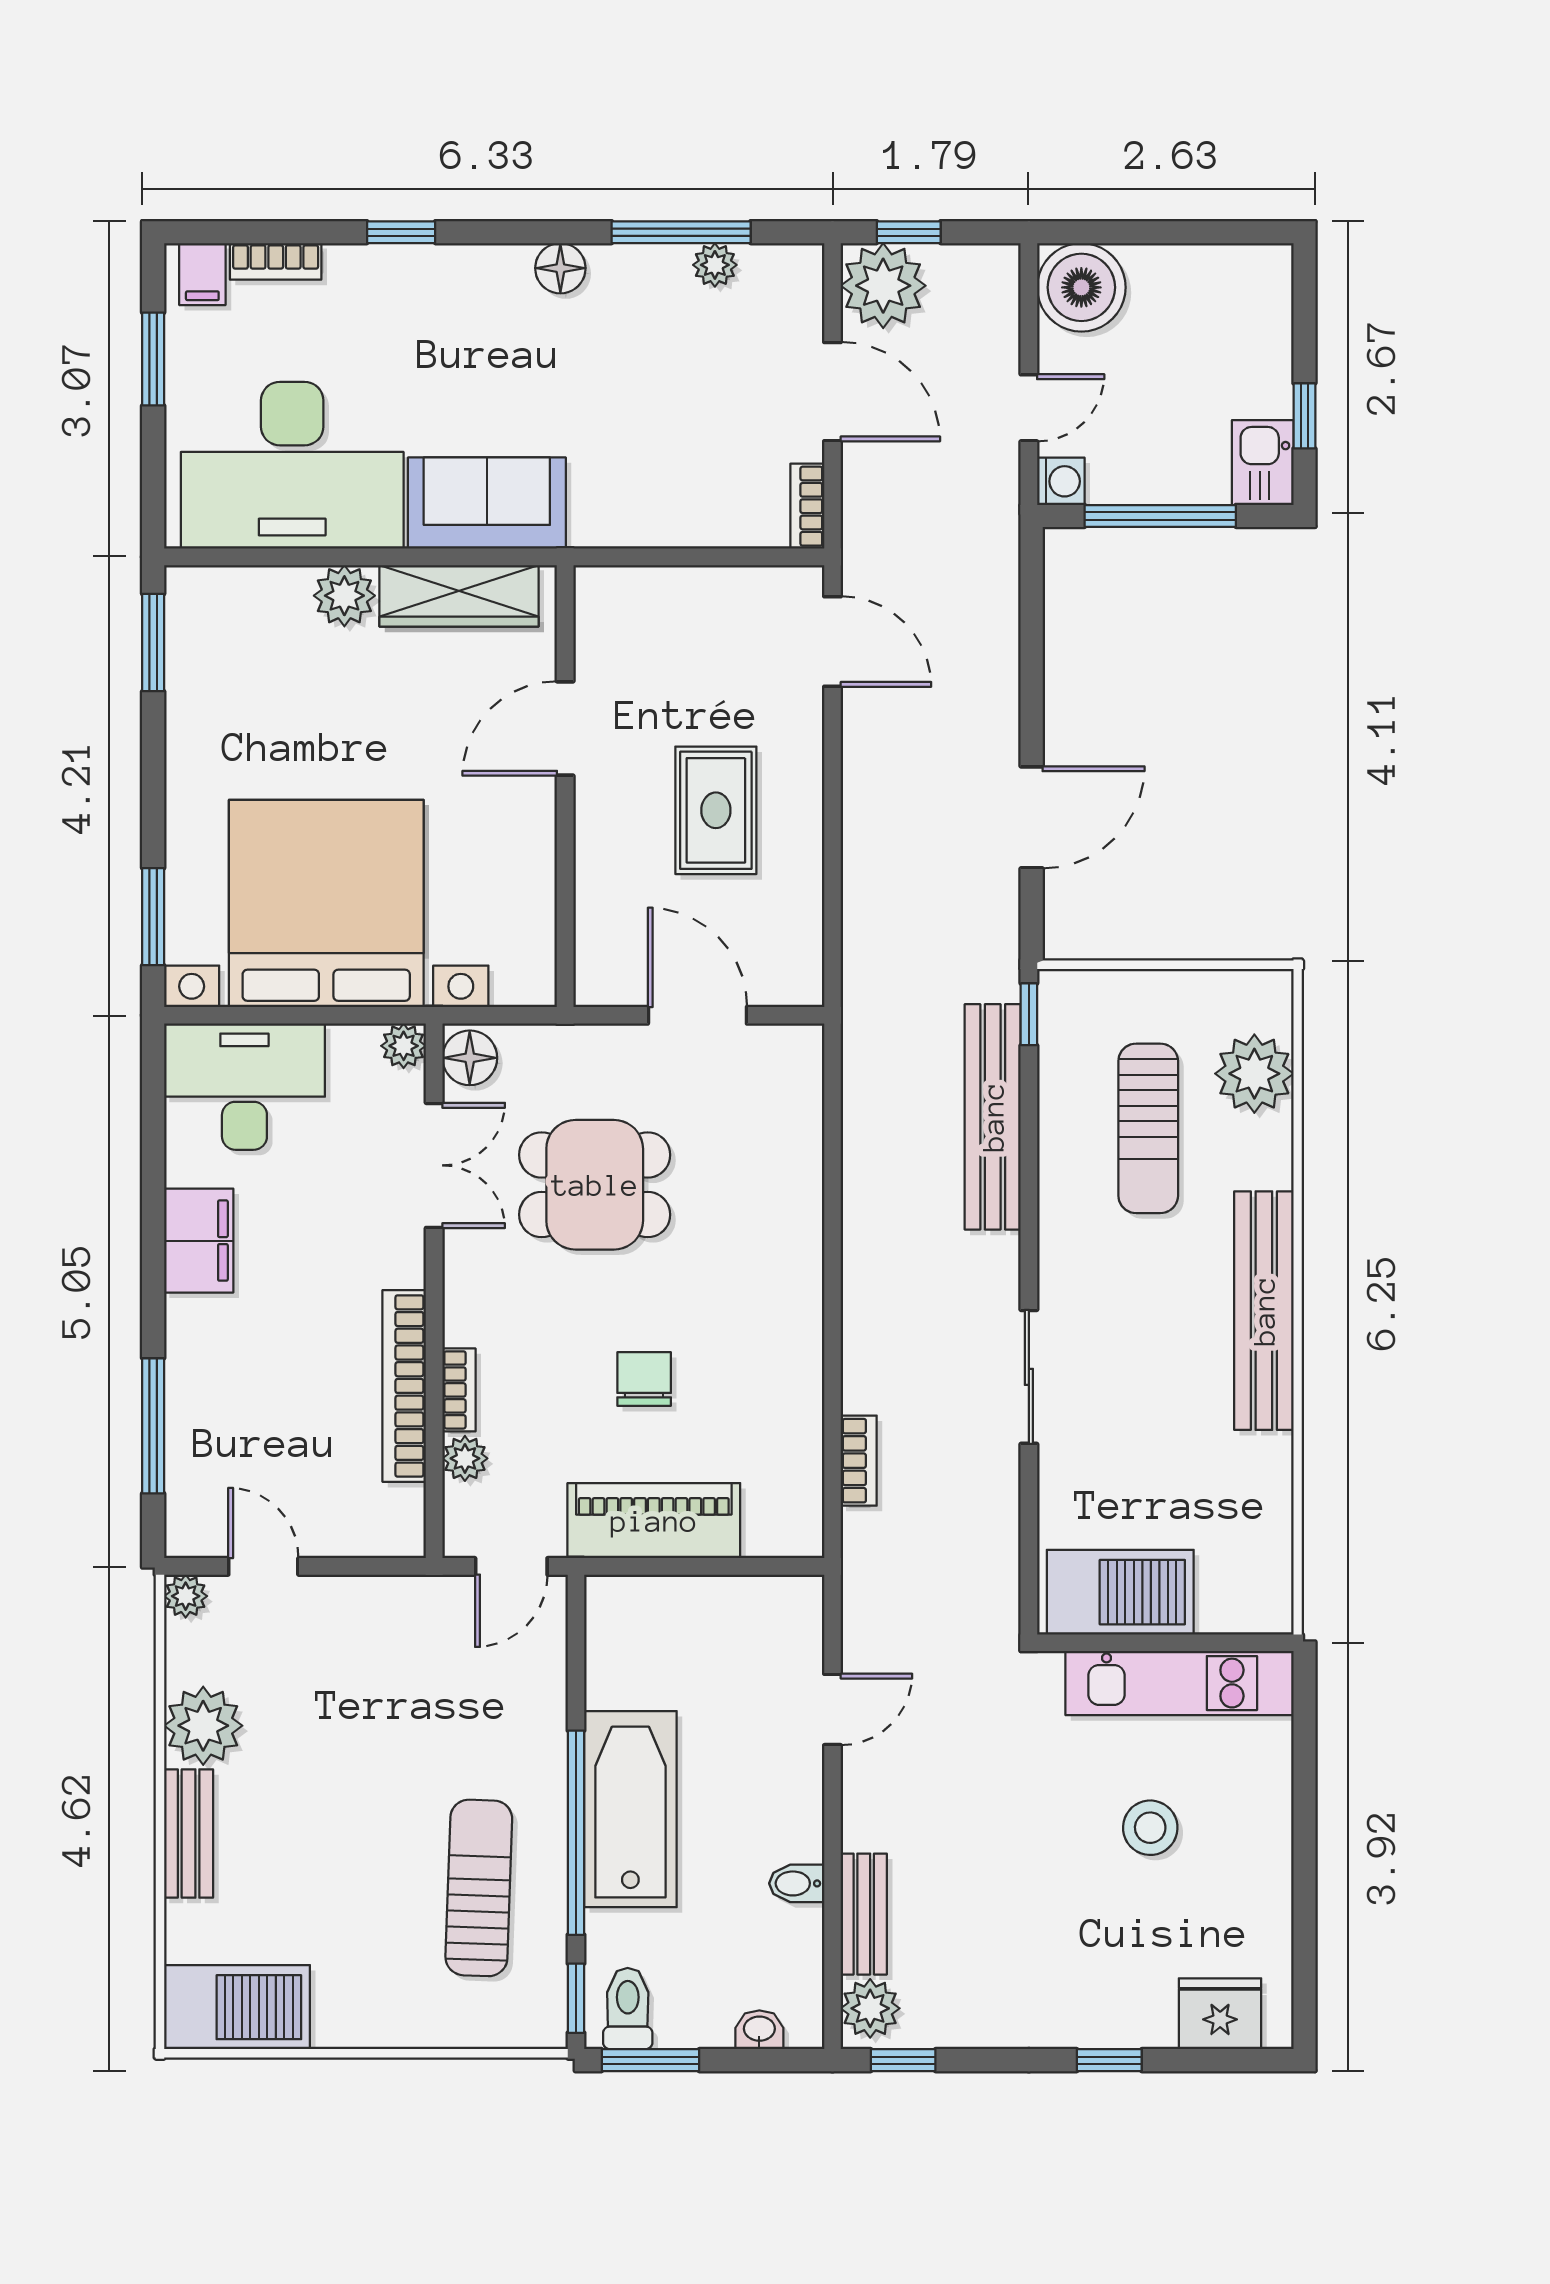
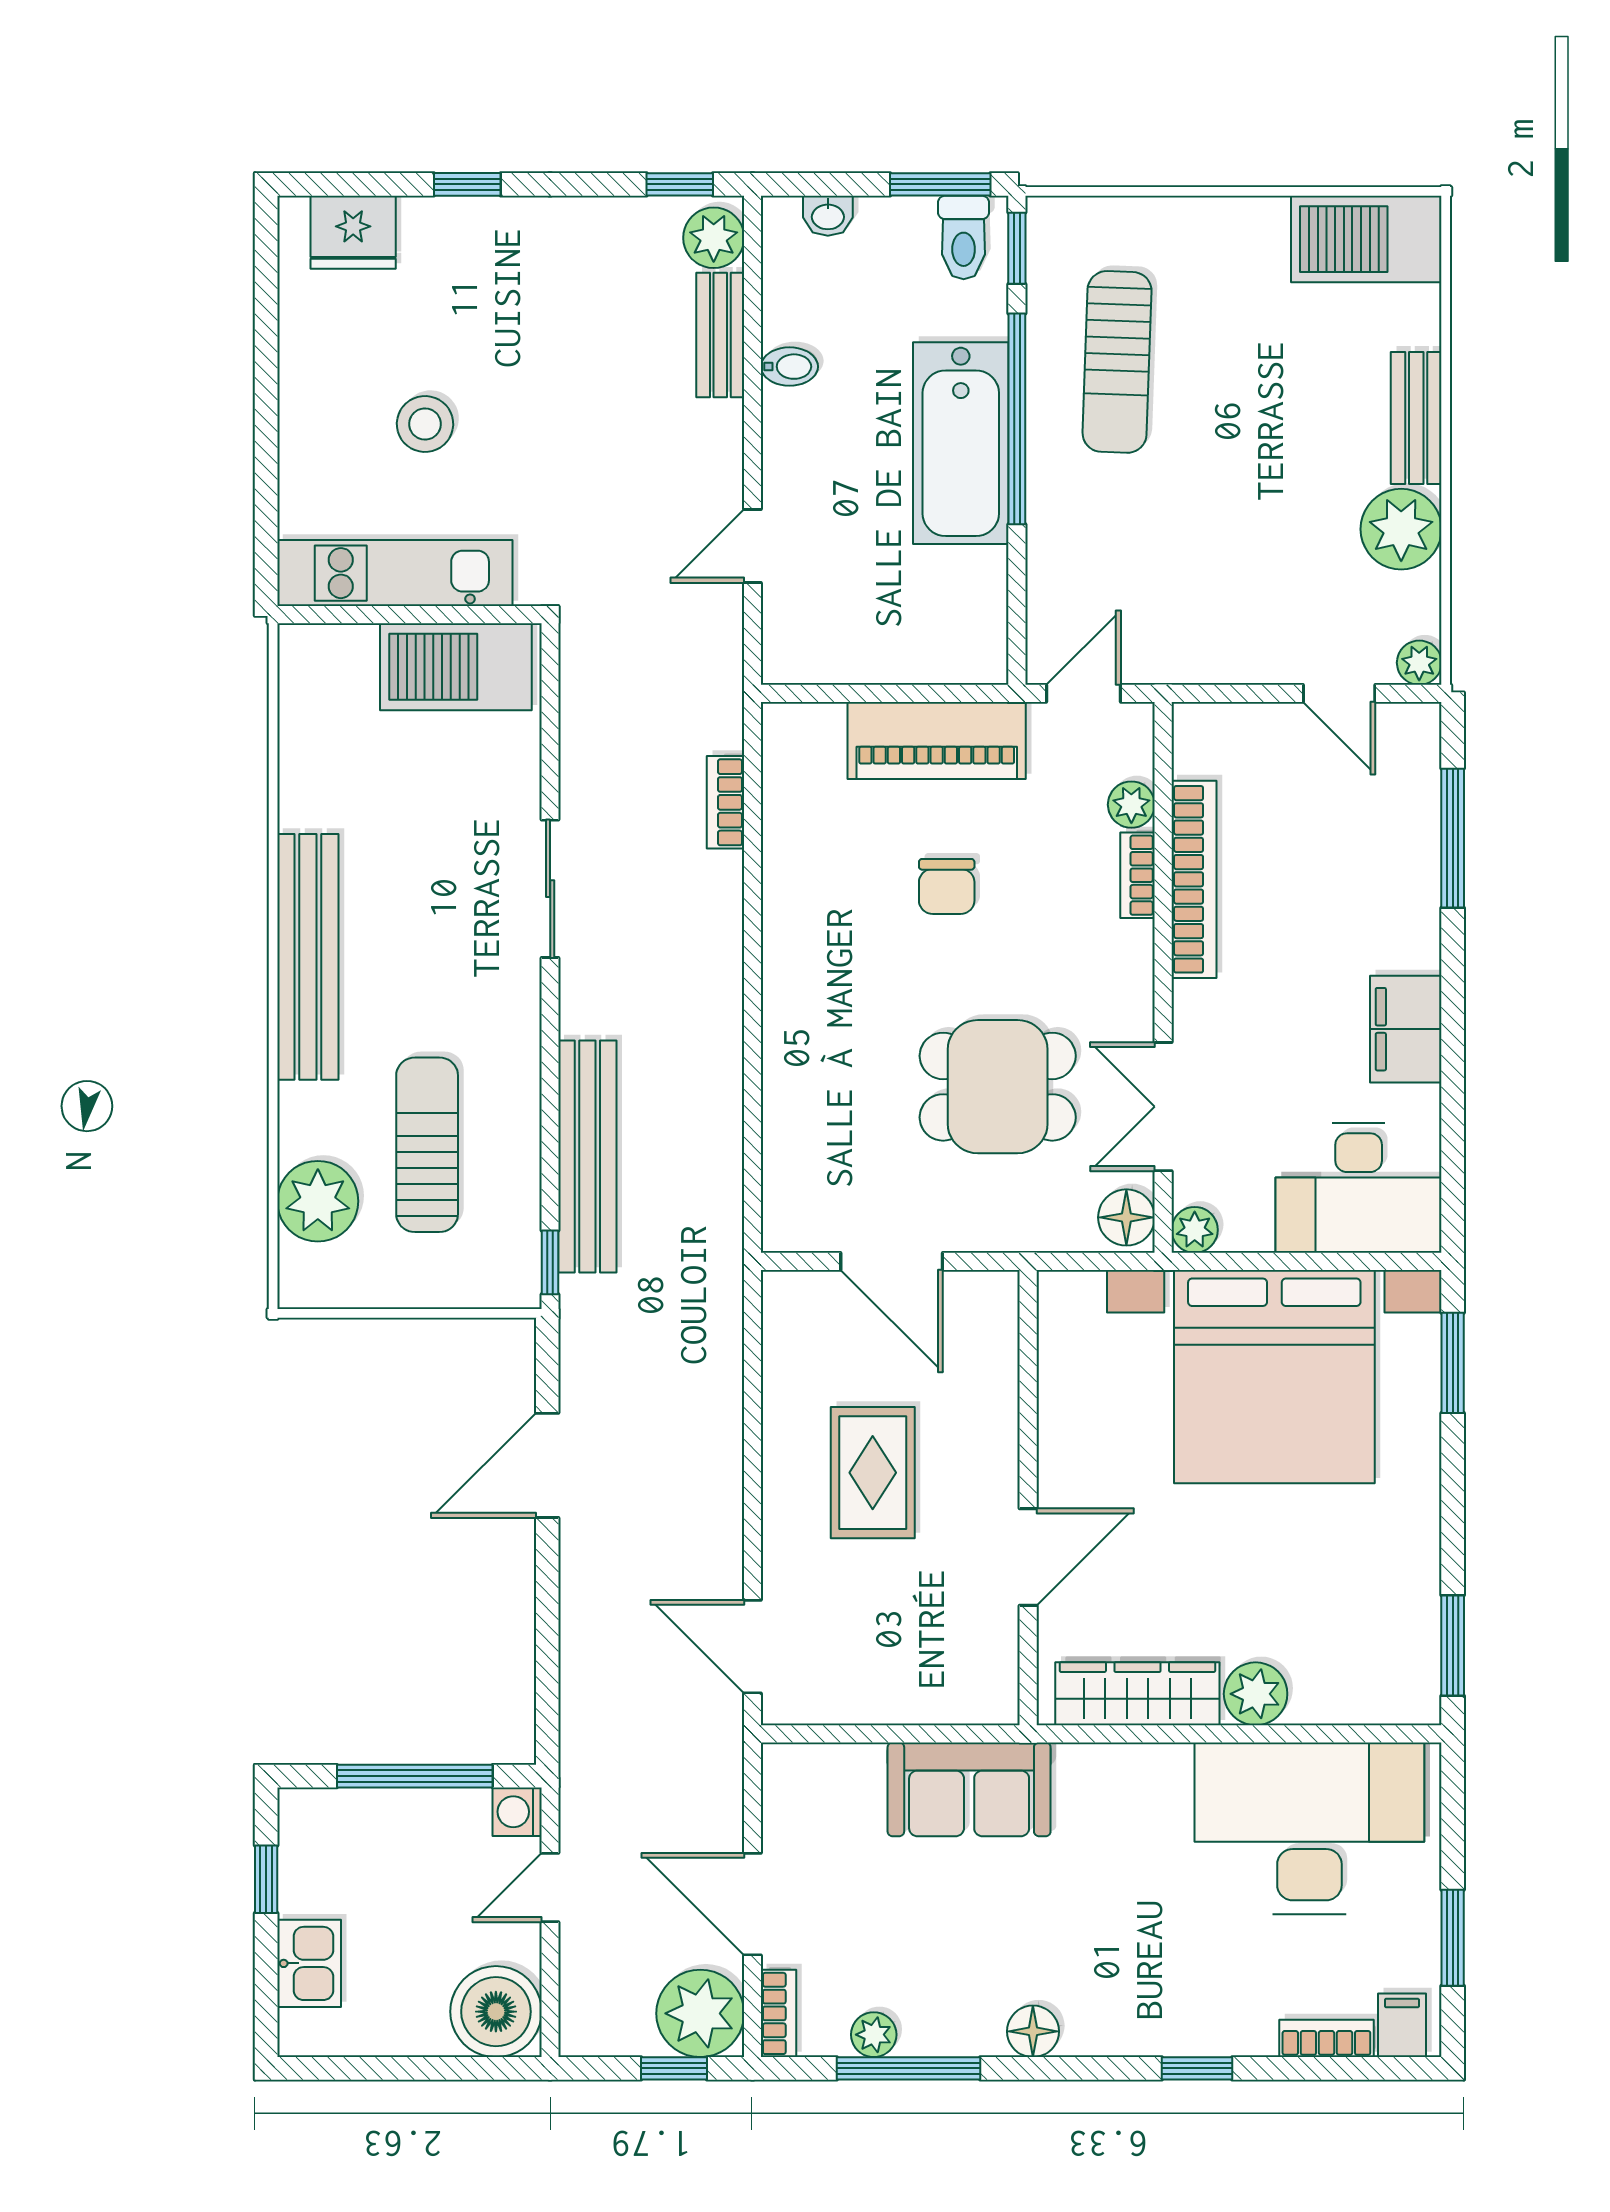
kitchen sink: (1263, 463) -> (309, 1963), moved
sofa: (487, 503) -> (969, 1789), moved
bookcase: (807, 506) -> (778, 2013), moved

